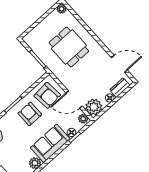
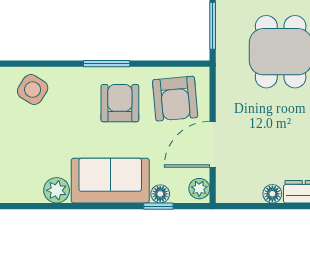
door: (74, 99) -> (213, 144), hinge flipped
plant: (94, 107) -> (233, 185), removed

